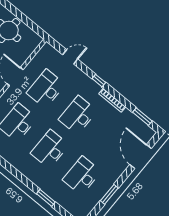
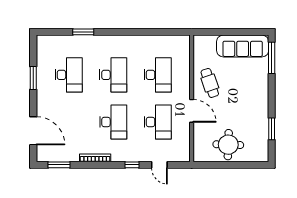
door: (70, 57) -> (159, 165), hinge flipped
window: (99, 81) -> (132, 165), moved

